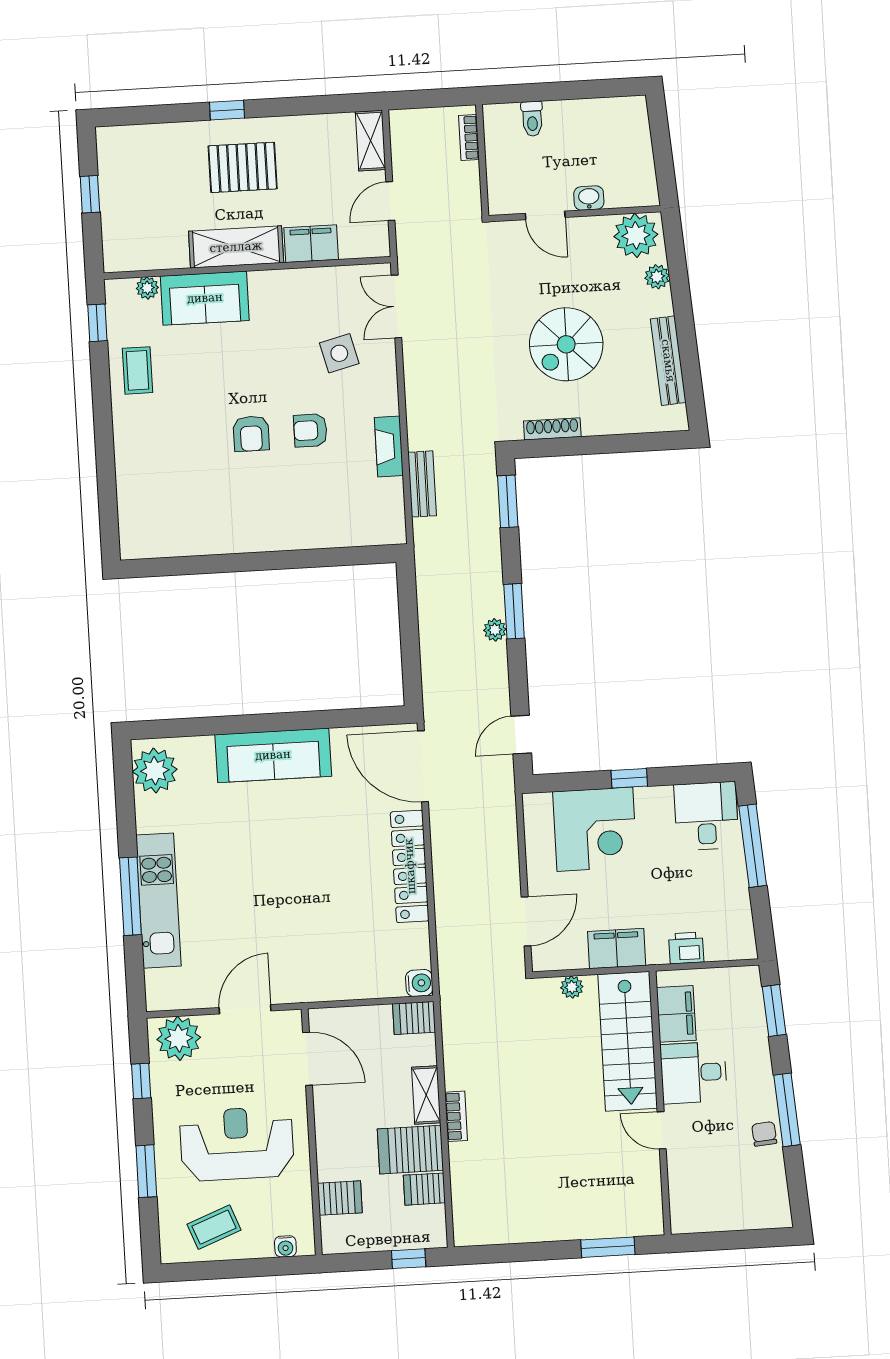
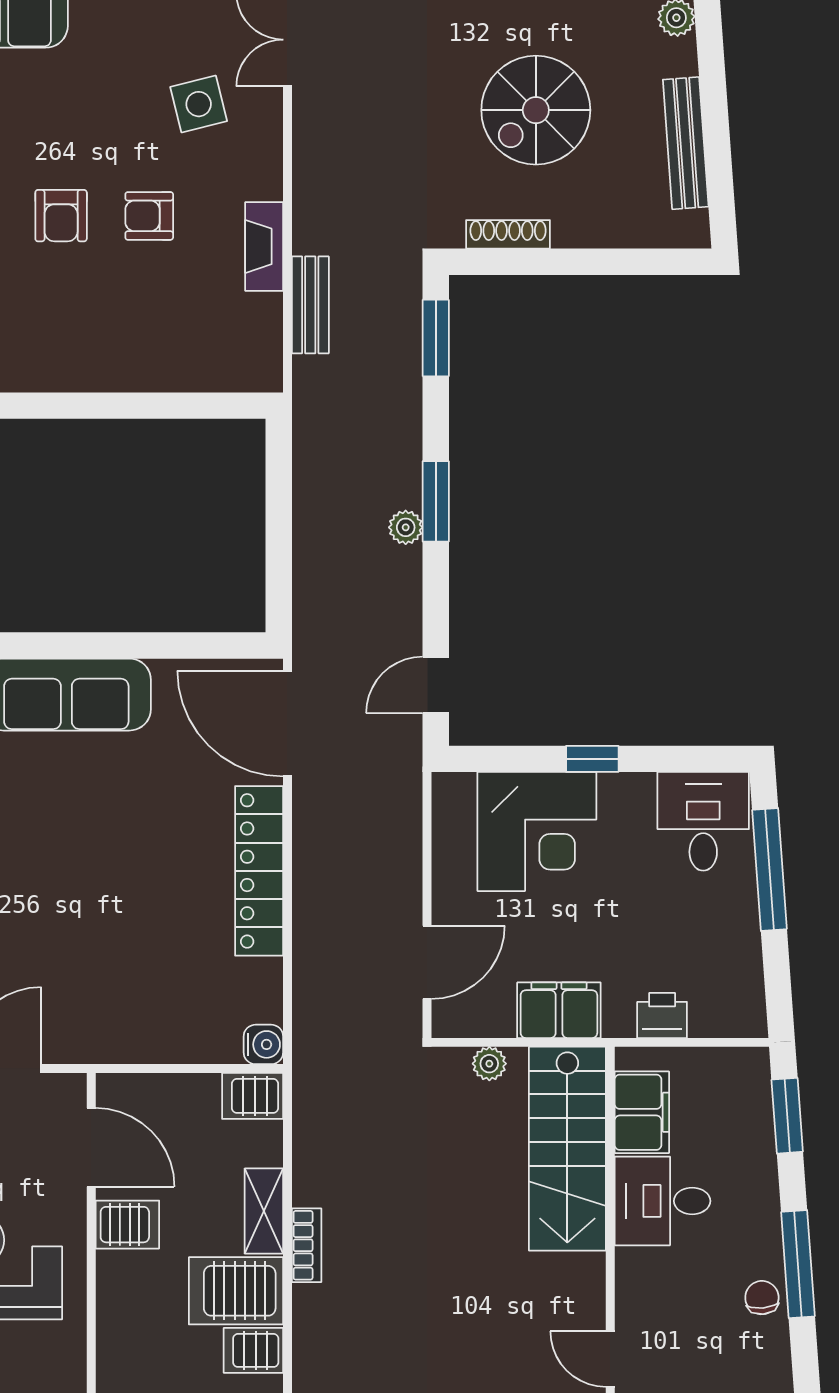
door: (662, 1130) -> (610, 1359), moved
server rack: (340, 1198) -> (127, 1225), moved

